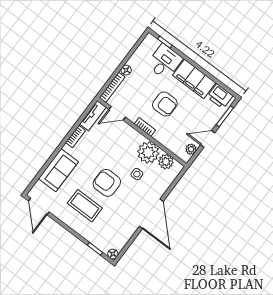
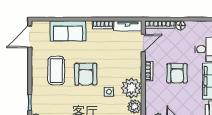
door: (117, 113) -> (143, 43), swing flipped
armchair: (107, 183) -> (86, 74), turned 180

